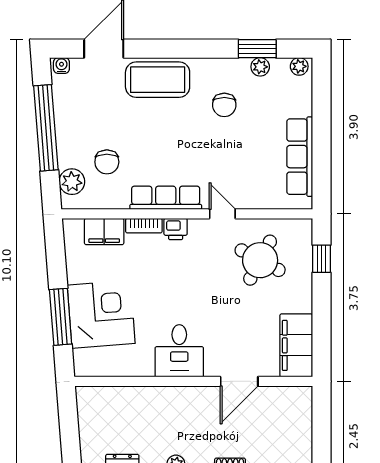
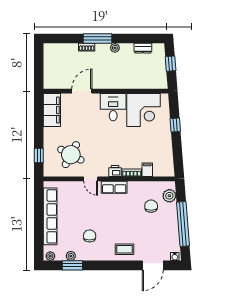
coffee table: (158, 80) -> (125, 249), width x0.54, depth x0.58
row of seats: (300, 157) -> (50, 216), width x1.36
row of seats: (166, 198) -> (114, 187), width x0.68
filing cabinet: (104, 231) -> (147, 170), width x0.50
corner desk: (101, 314) -> (143, 110), moved, turned -86
window: (61, 317) -> (175, 125), width x0.46
window: (70, 434) -> (171, 64), added

